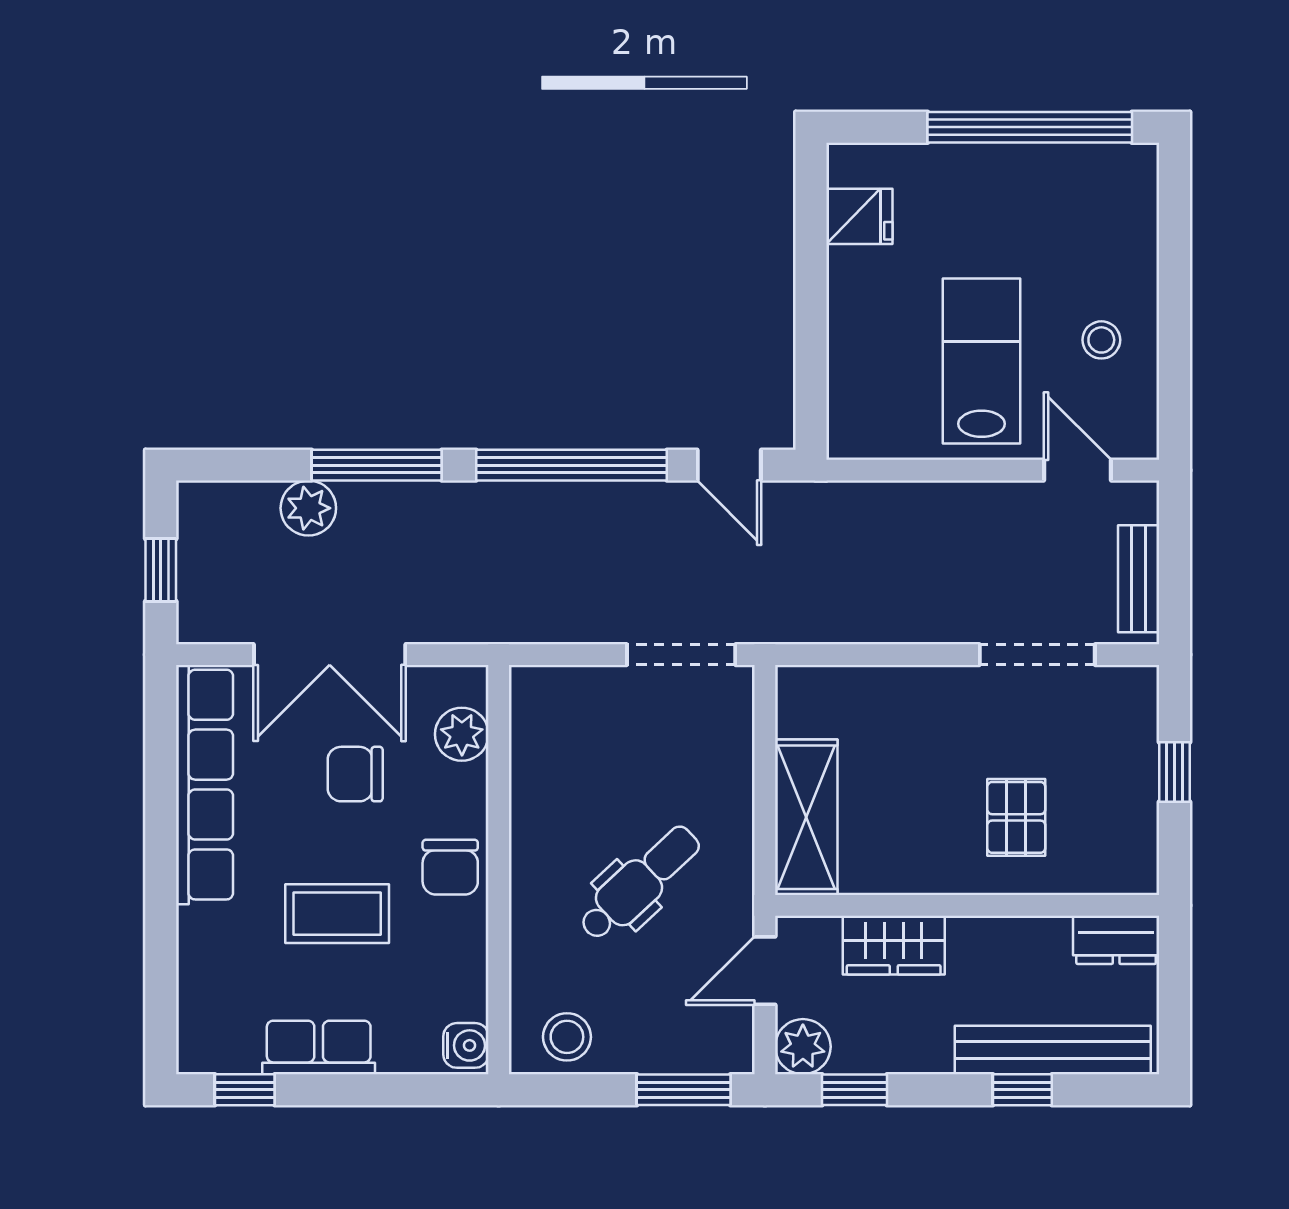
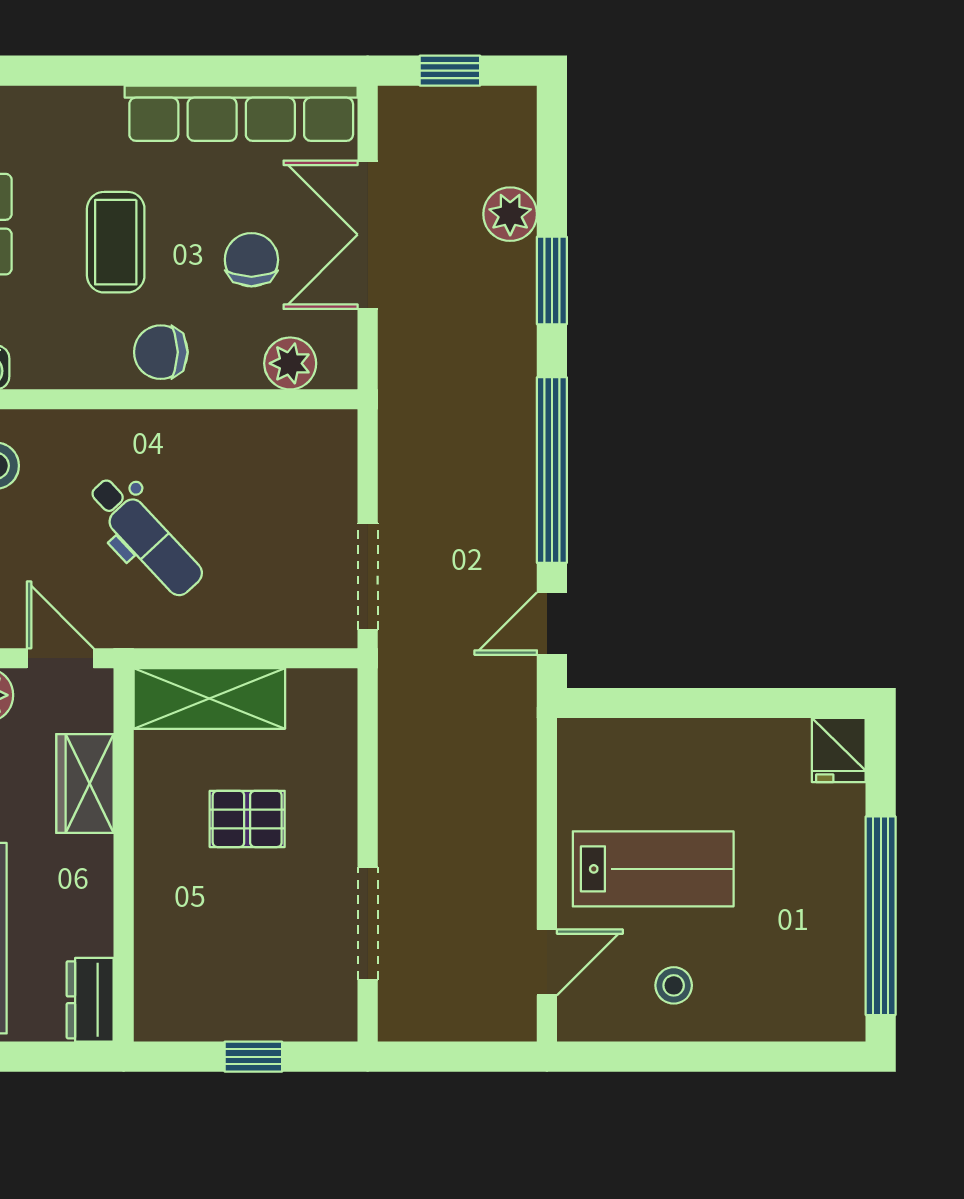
fridge: (859, 216) -> (839, 750), moved
window: (377, 465) -> (552, 280), width x0.69
bench: (1139, 579) -> (441, 1022), removed
pallet: (1016, 817) -> (247, 819), moved

